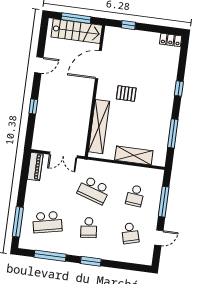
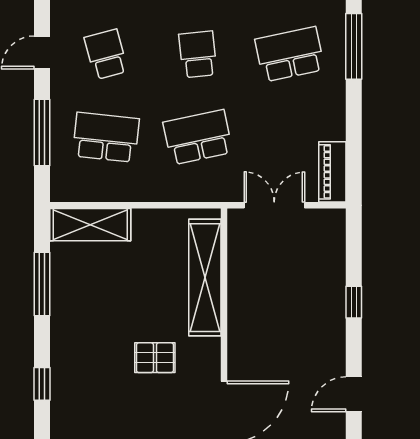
shelving: (134, 155) -> (90, 225), moved
school desk: (94, 190) -> (198, 137), turned -30
school desk: (135, 196) -> (106, 137), width x1.85

